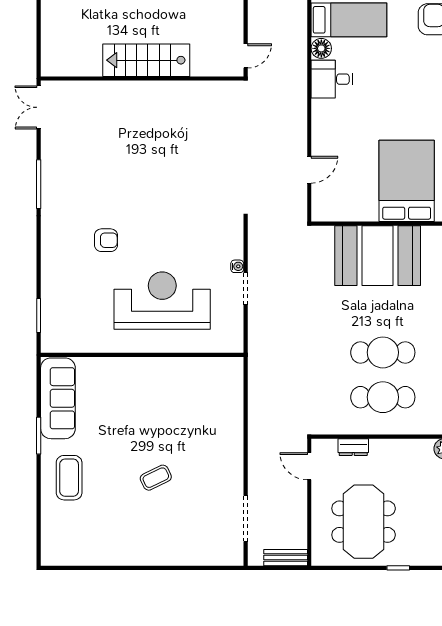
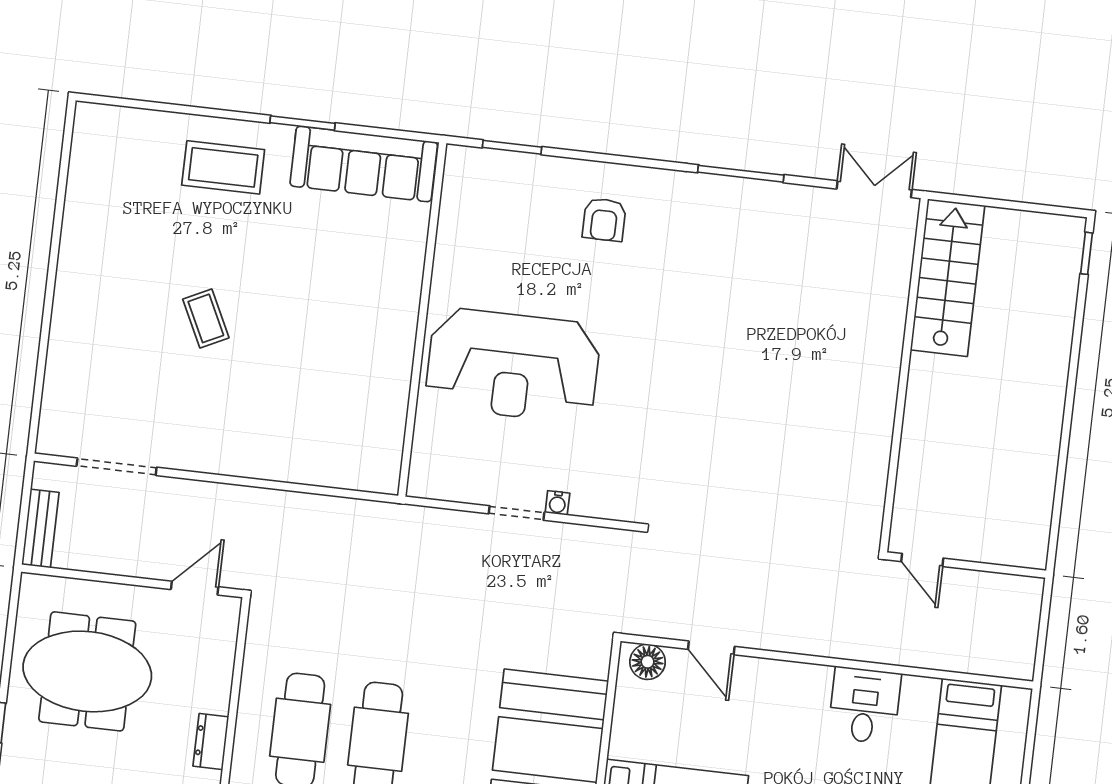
floor lamp: (321, 48) -> (648, 662), moved
stairs: (146, 60) -> (948, 278), moved
armchair: (106, 240) -> (604, 220), moved
reception desk: (162, 301) -> (513, 365), turned 90
dresser: (353, 447) -> (211, 742), moved

